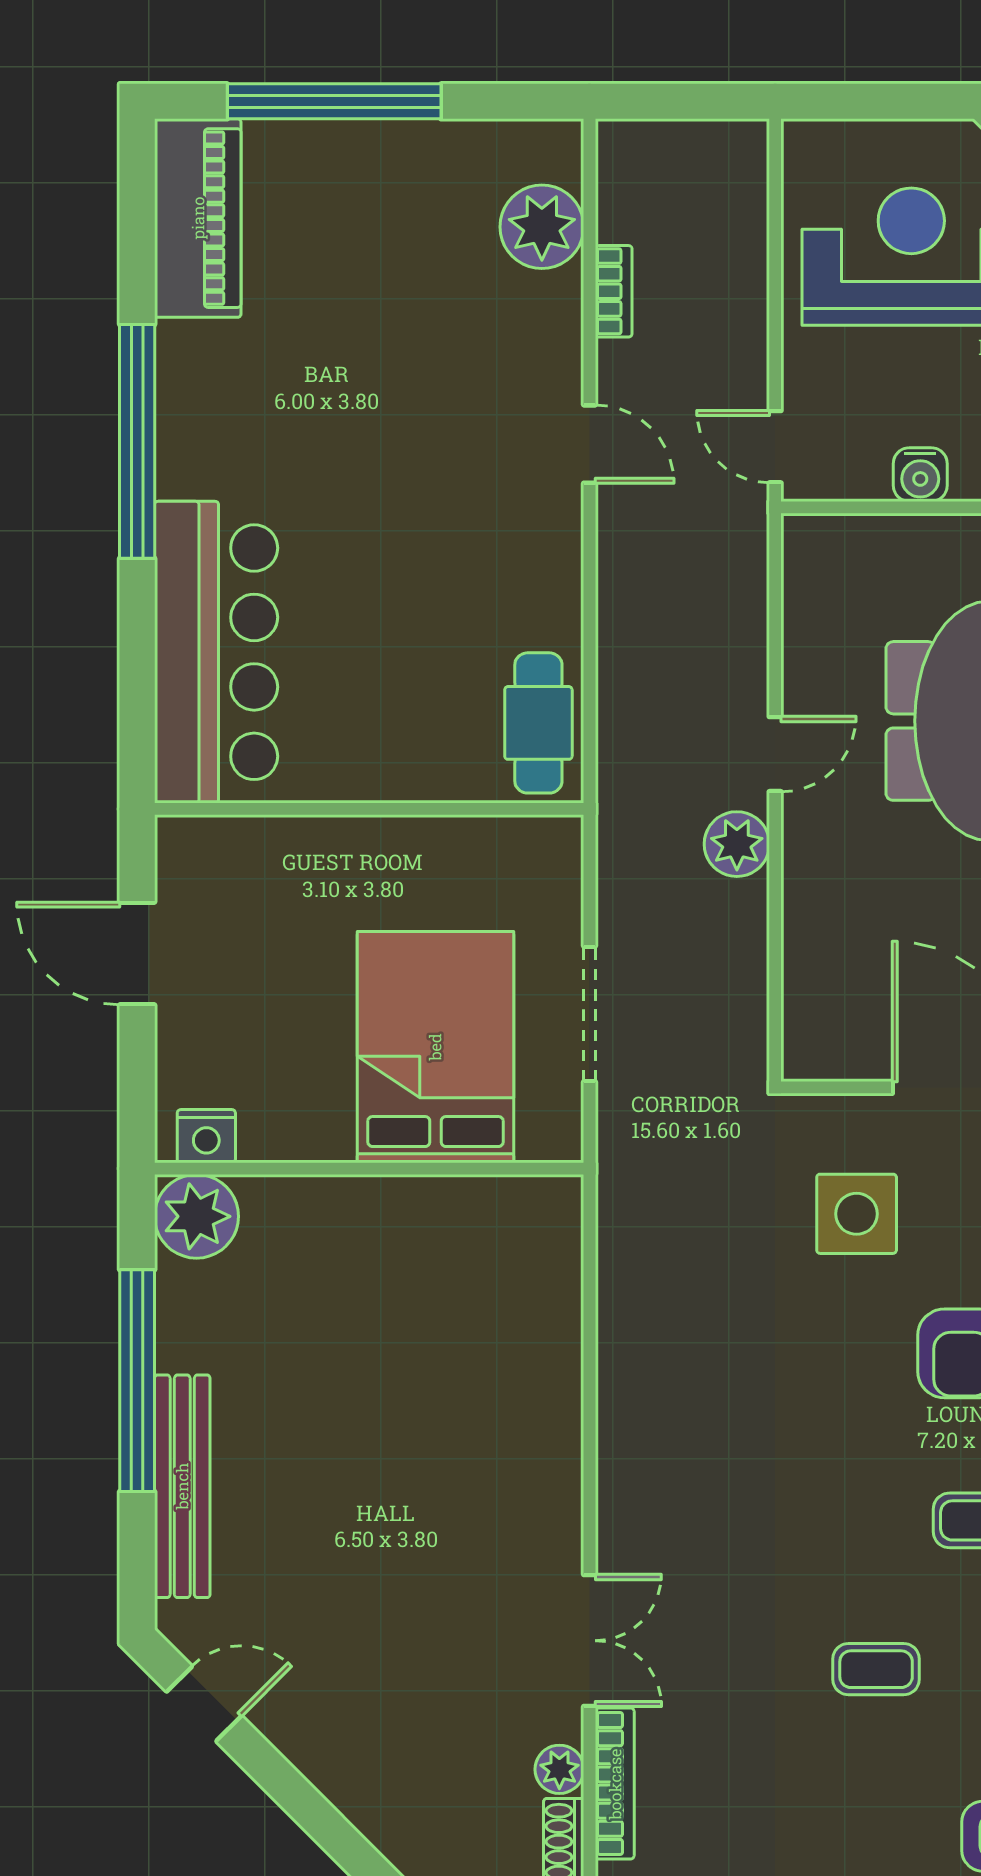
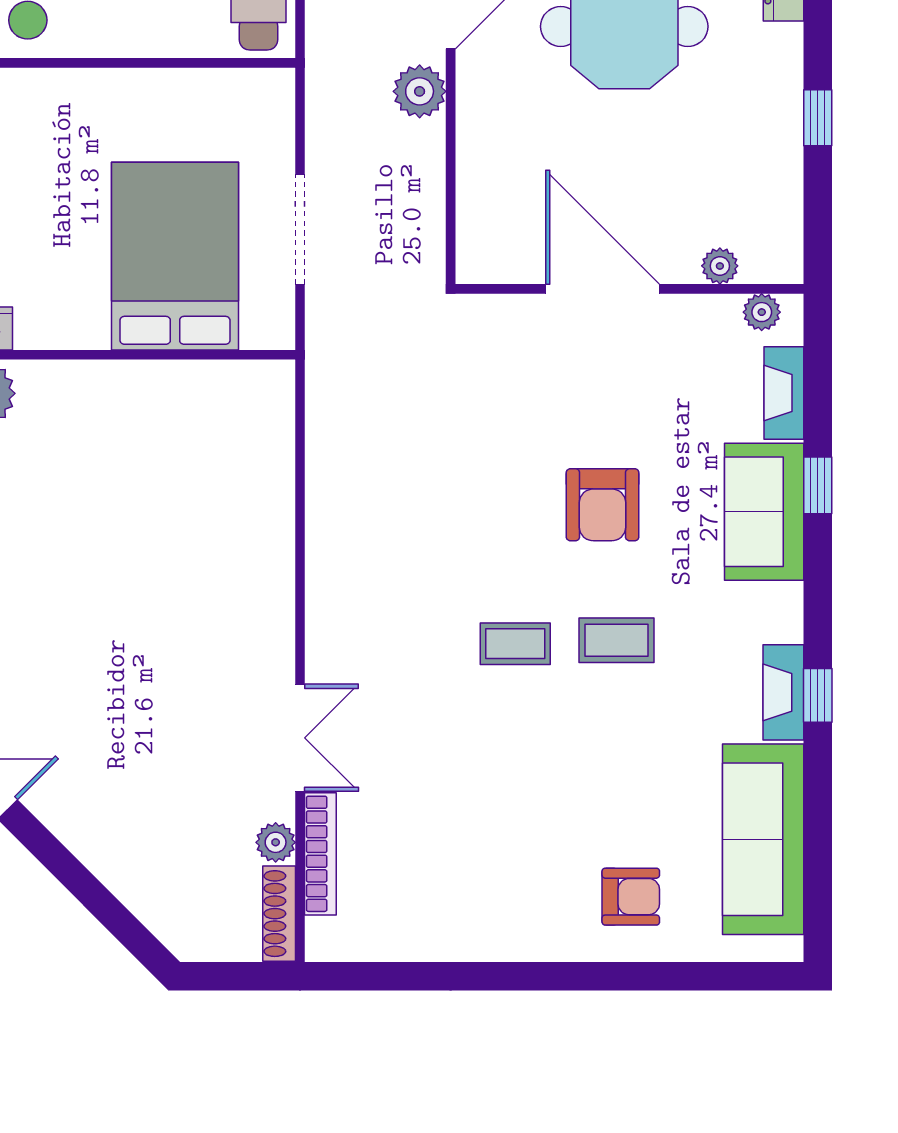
side table: (857, 1214) -> (517, 391), removed
coffee table: (876, 1669) -> (515, 644), moved

